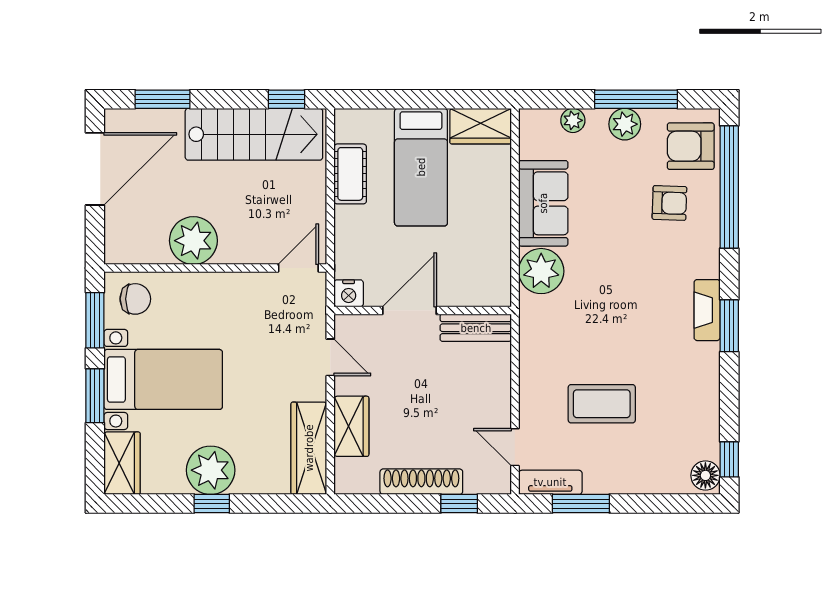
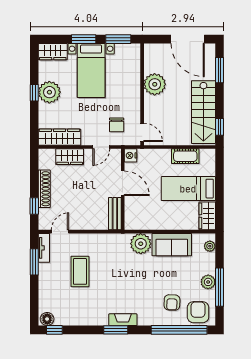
plant: (573, 120) -> (210, 246), moved
chair: (135, 299) -> (117, 125), moved

